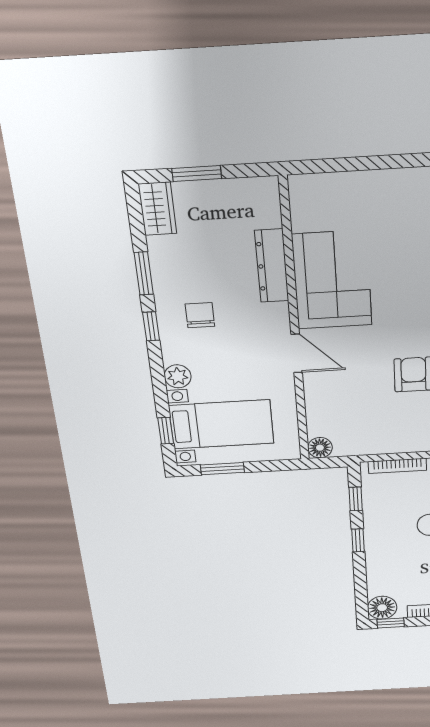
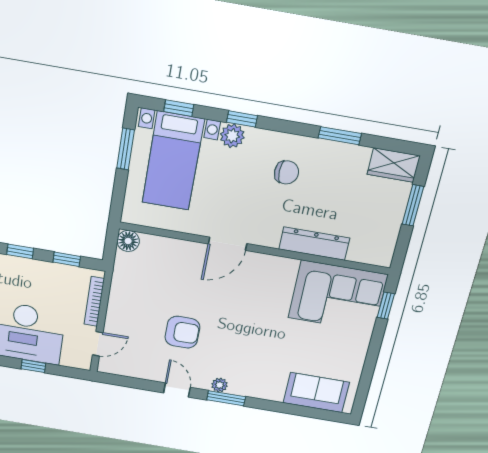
window: (327, 166) -> (386, 306), added
corner sofa: (332, 280) -> (338, 296), moved
window: (151, 326) -> (242, 119), moved

